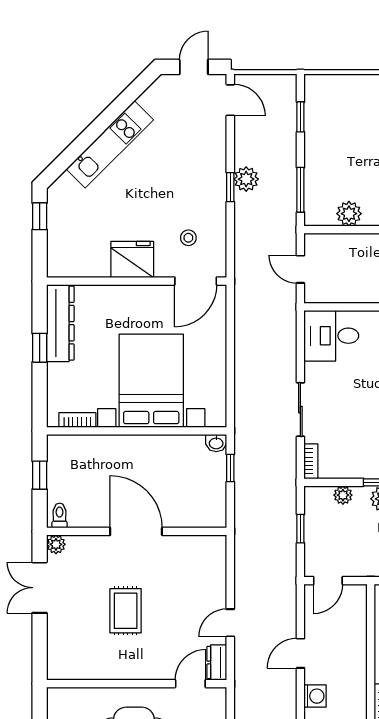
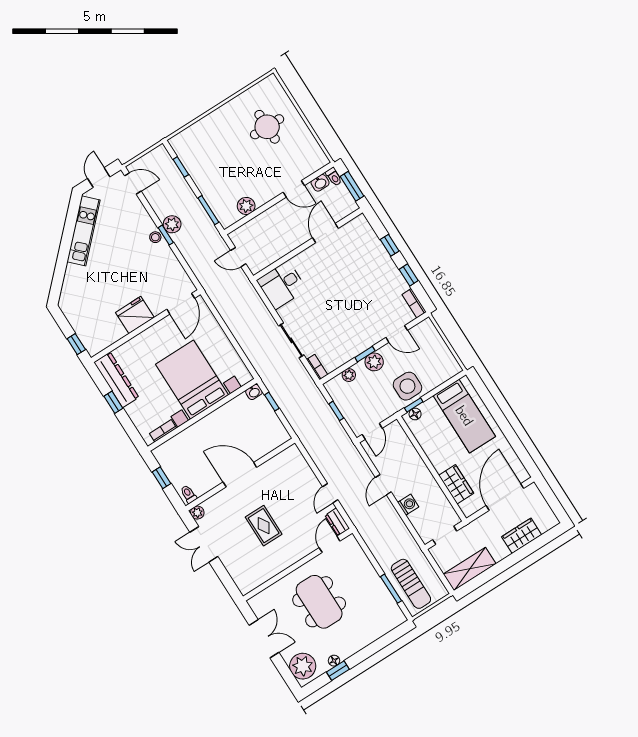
kitchen unit: (110, 144) -> (84, 231), moved
window: (40, 216) -> (76, 344), moved
stool: (188, 238) -> (155, 237), moved

